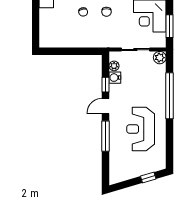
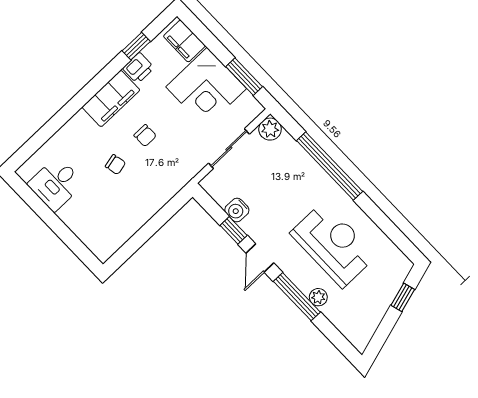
plant: (114, 66) -> (318, 297), moved
reception desk: (141, 129) -> (333, 244), turned 180

